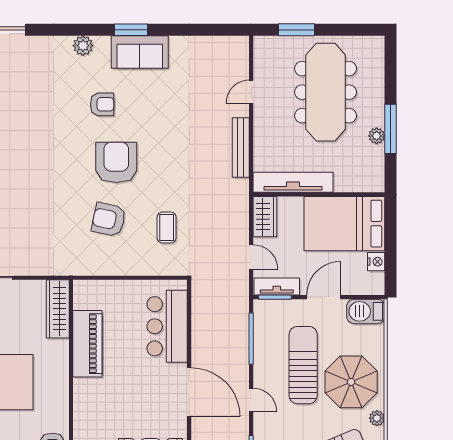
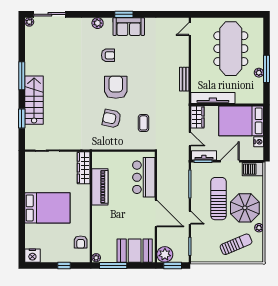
window: (296, 30) -> (215, 14), removed
door: (251, 92) -> (190, 29), moved
bench: (241, 148) -> (184, 79), width x0.73

